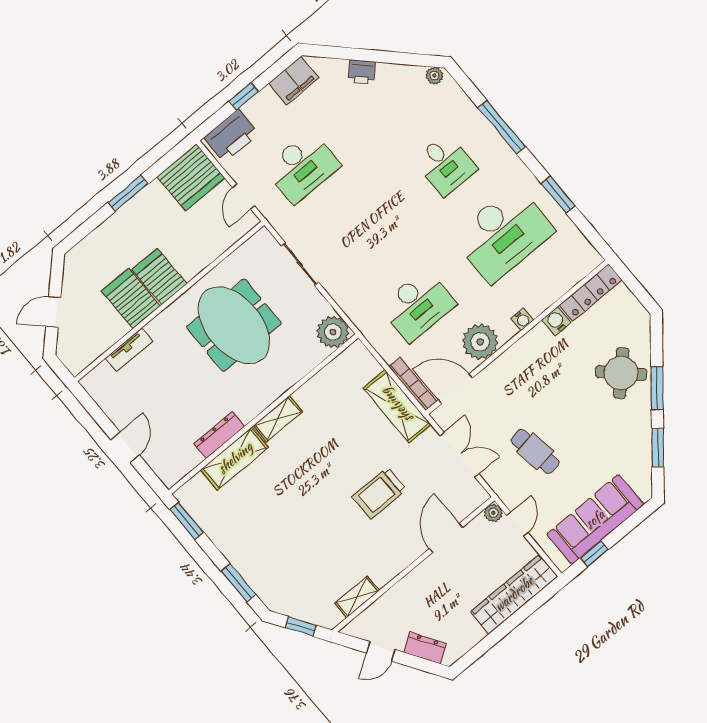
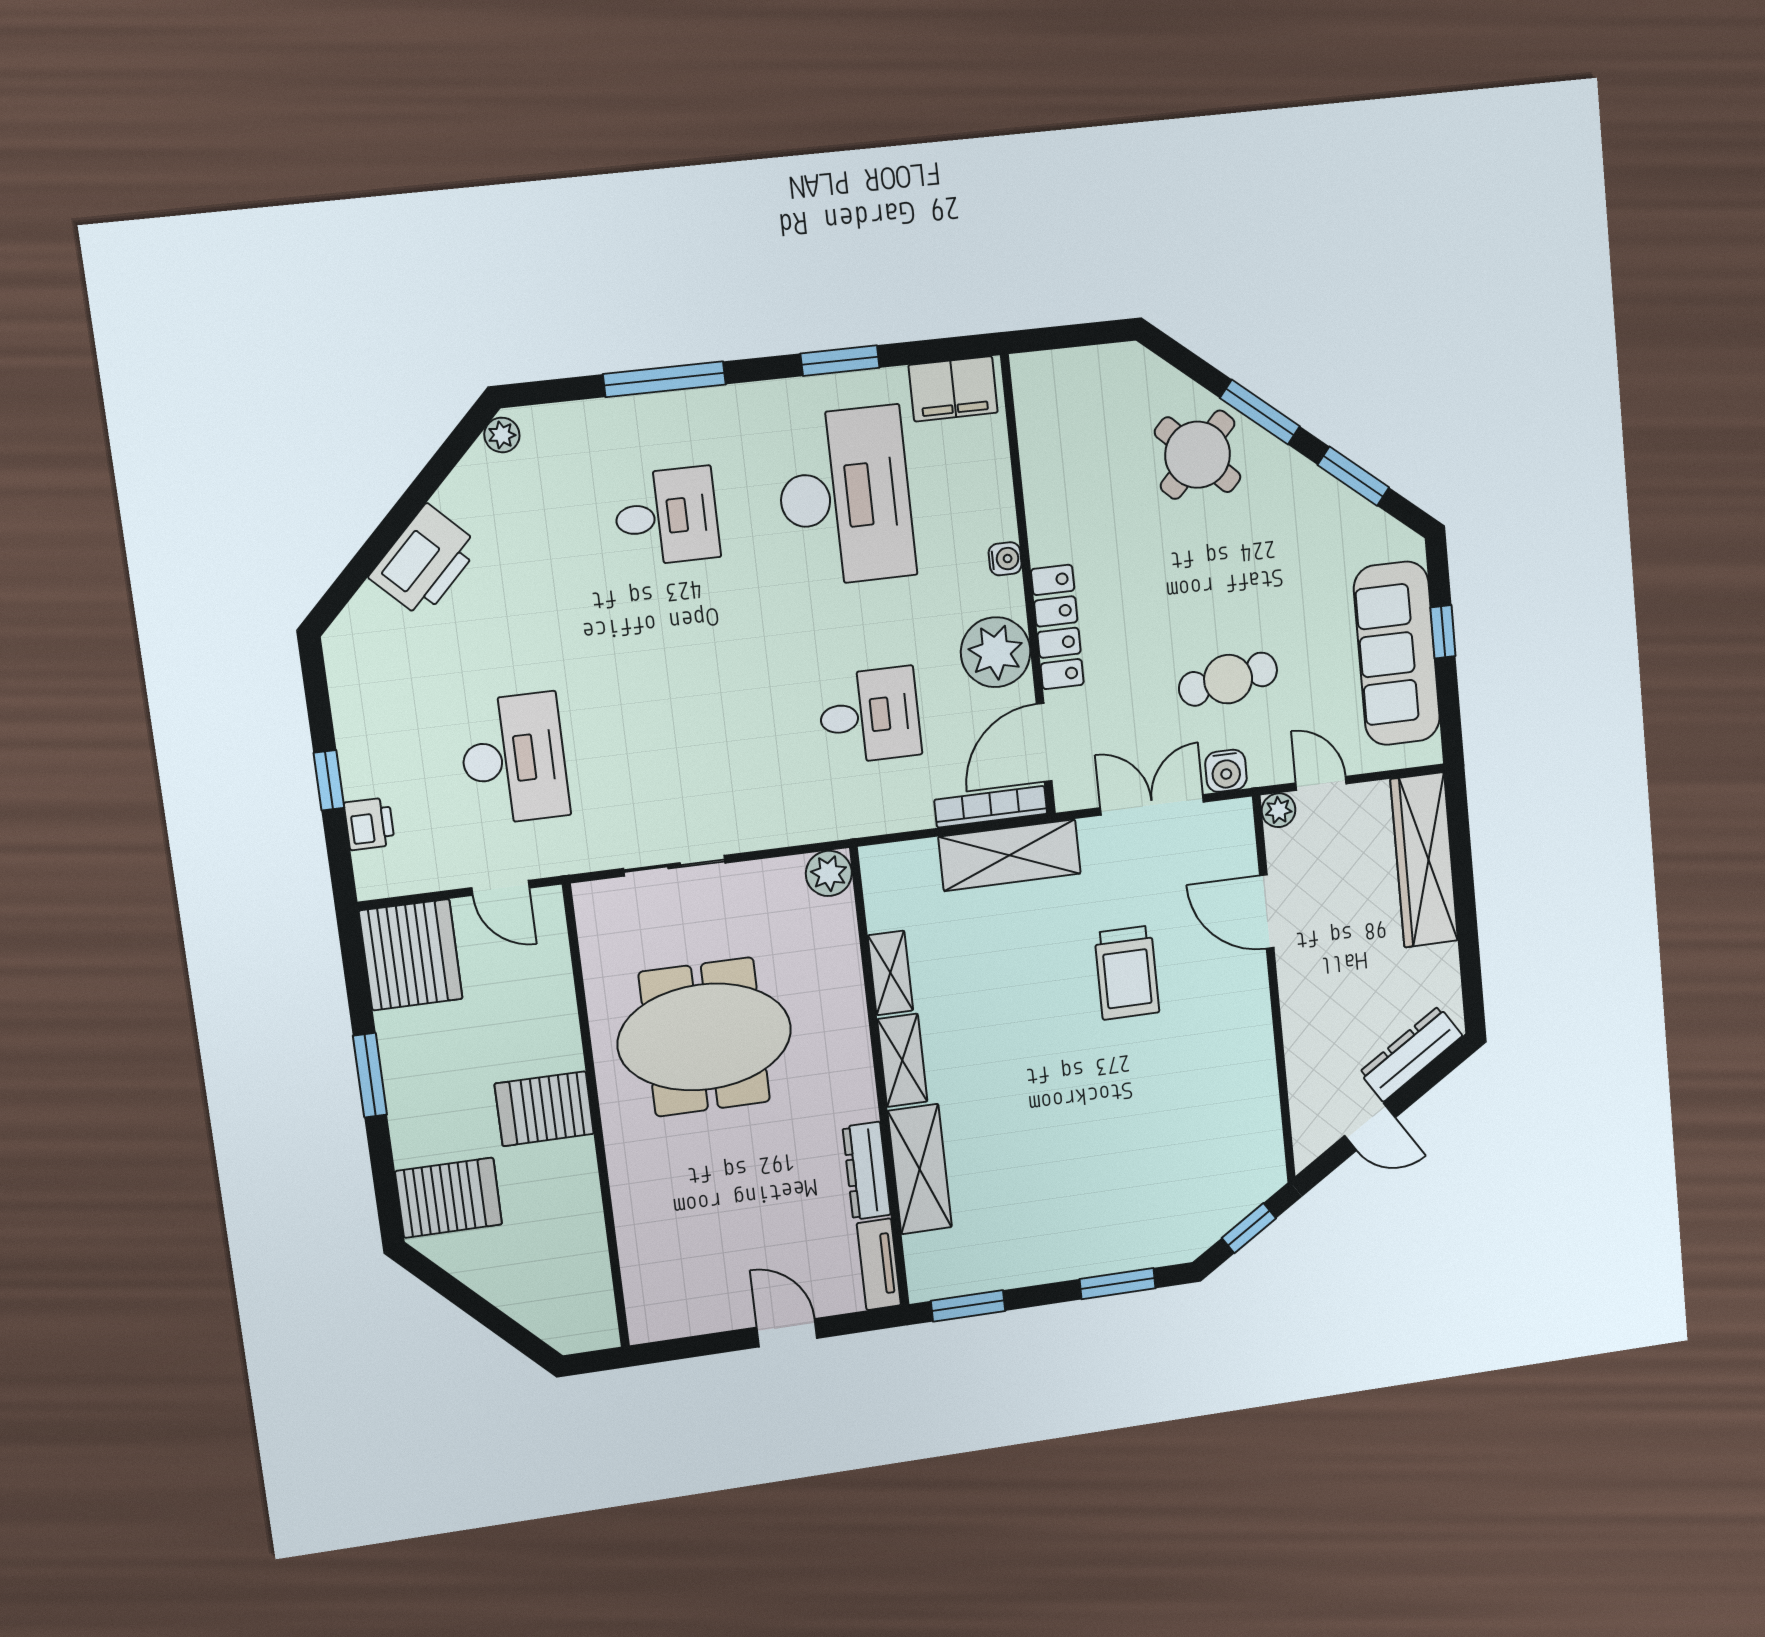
printer: (362, 72) -> (425, 561), width x1.87, depth x1.48
filing cabinet: (294, 81) -> (953, 389), moved, turned 90
printer: (231, 136) -> (369, 824), width x0.53, depth x0.68
locker: (591, 293) -> (1057, 627), moved
server rack: (131, 298) -> (449, 1198), moved, turned 180
desk: (418, 305) -> (869, 716), width x0.73
door: (53, 312) -> (490, 1317), removed
water cooler: (556, 321) -> (1226, 771), moved, turned -90
plant: (333, 332) -> (829, 873), width x0.73, depth x0.73
tv unit: (129, 350) -> (879, 1264), moved, turned 180
window: (594, 554) -> (1443, 632), moved
shelving: (357, 597) -> (890, 973), moved
dresser: (425, 648) -> (1411, 1054), width x1.44
door: (381, 651) -> (1370, 1127), hinge flipped

